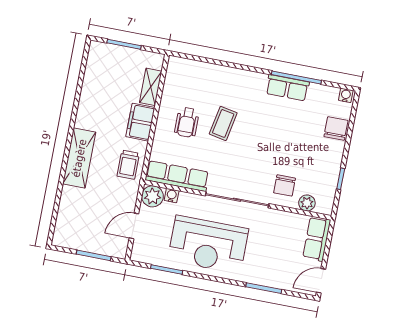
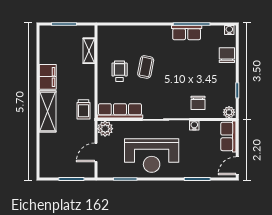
filing cabinet: (140, 122) -> (48, 77), moved, turned 180
wheelchair: (187, 122) -> (120, 71), turned 180
water cooler: (172, 196) -> (194, 126), moved
plant: (307, 203) -> (229, 112), moved

